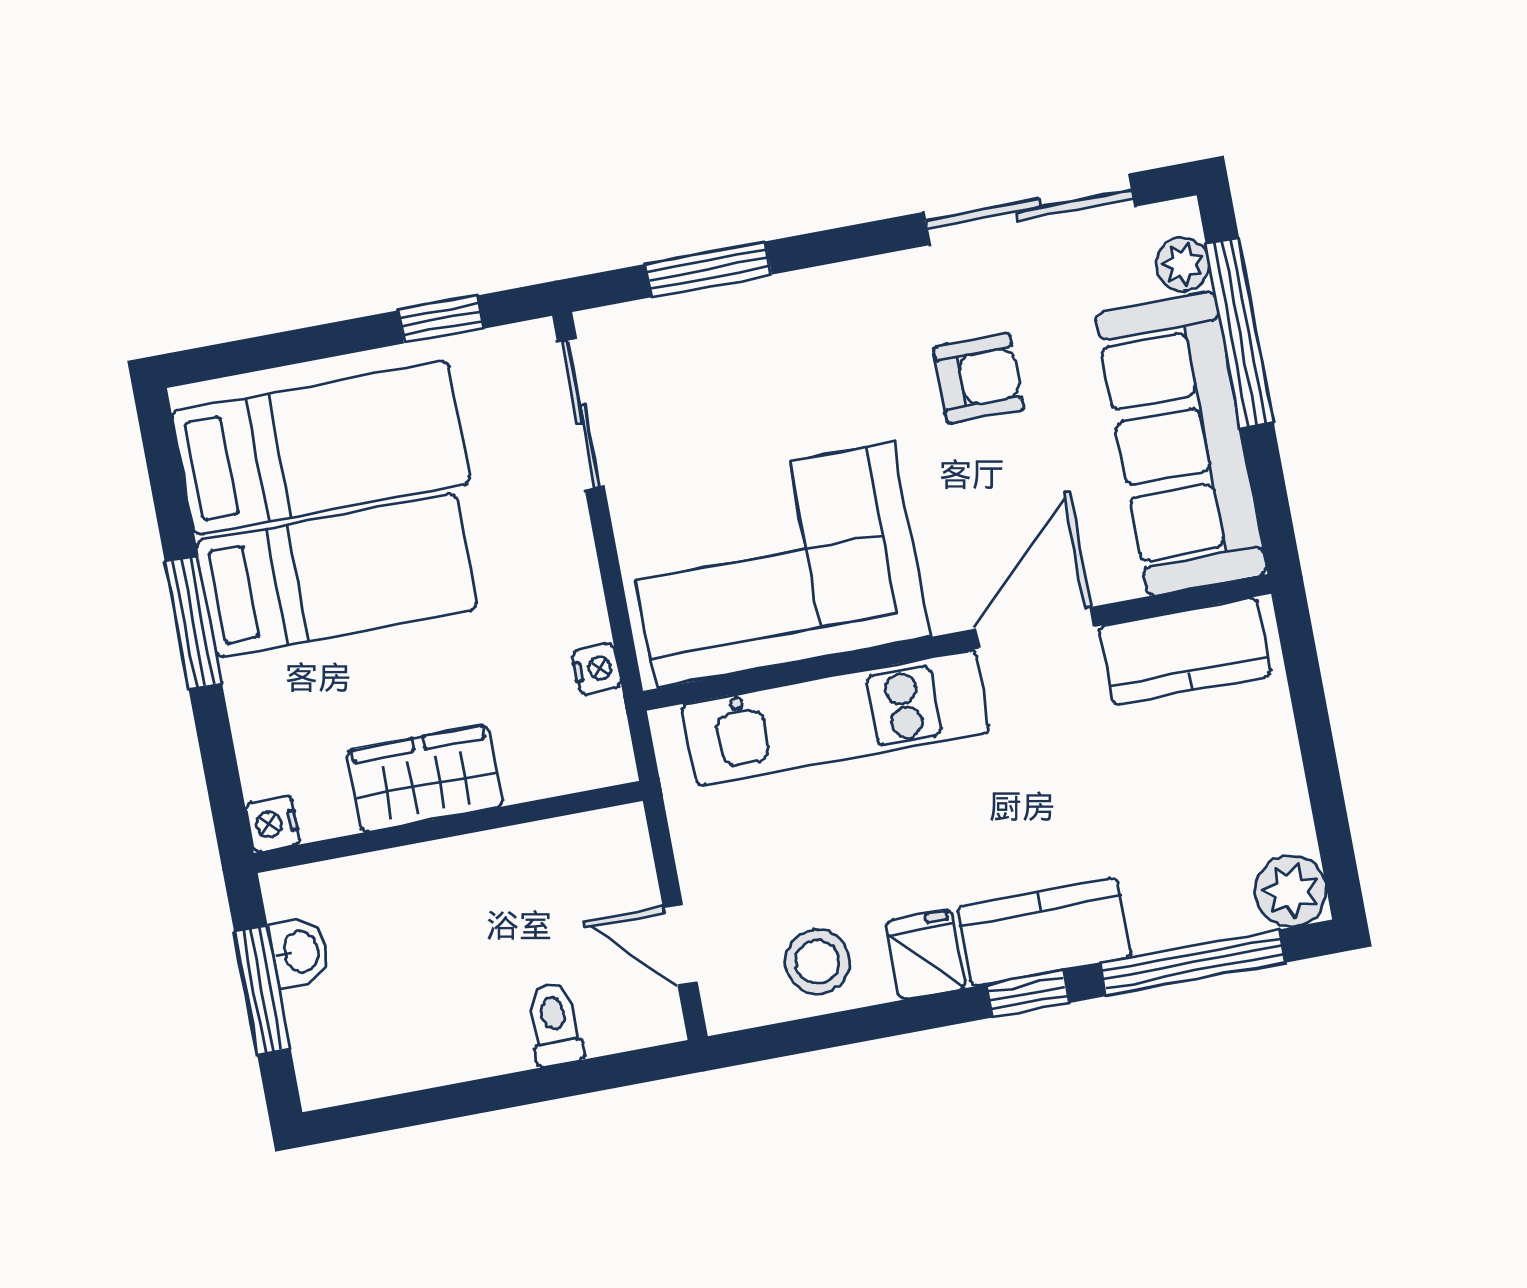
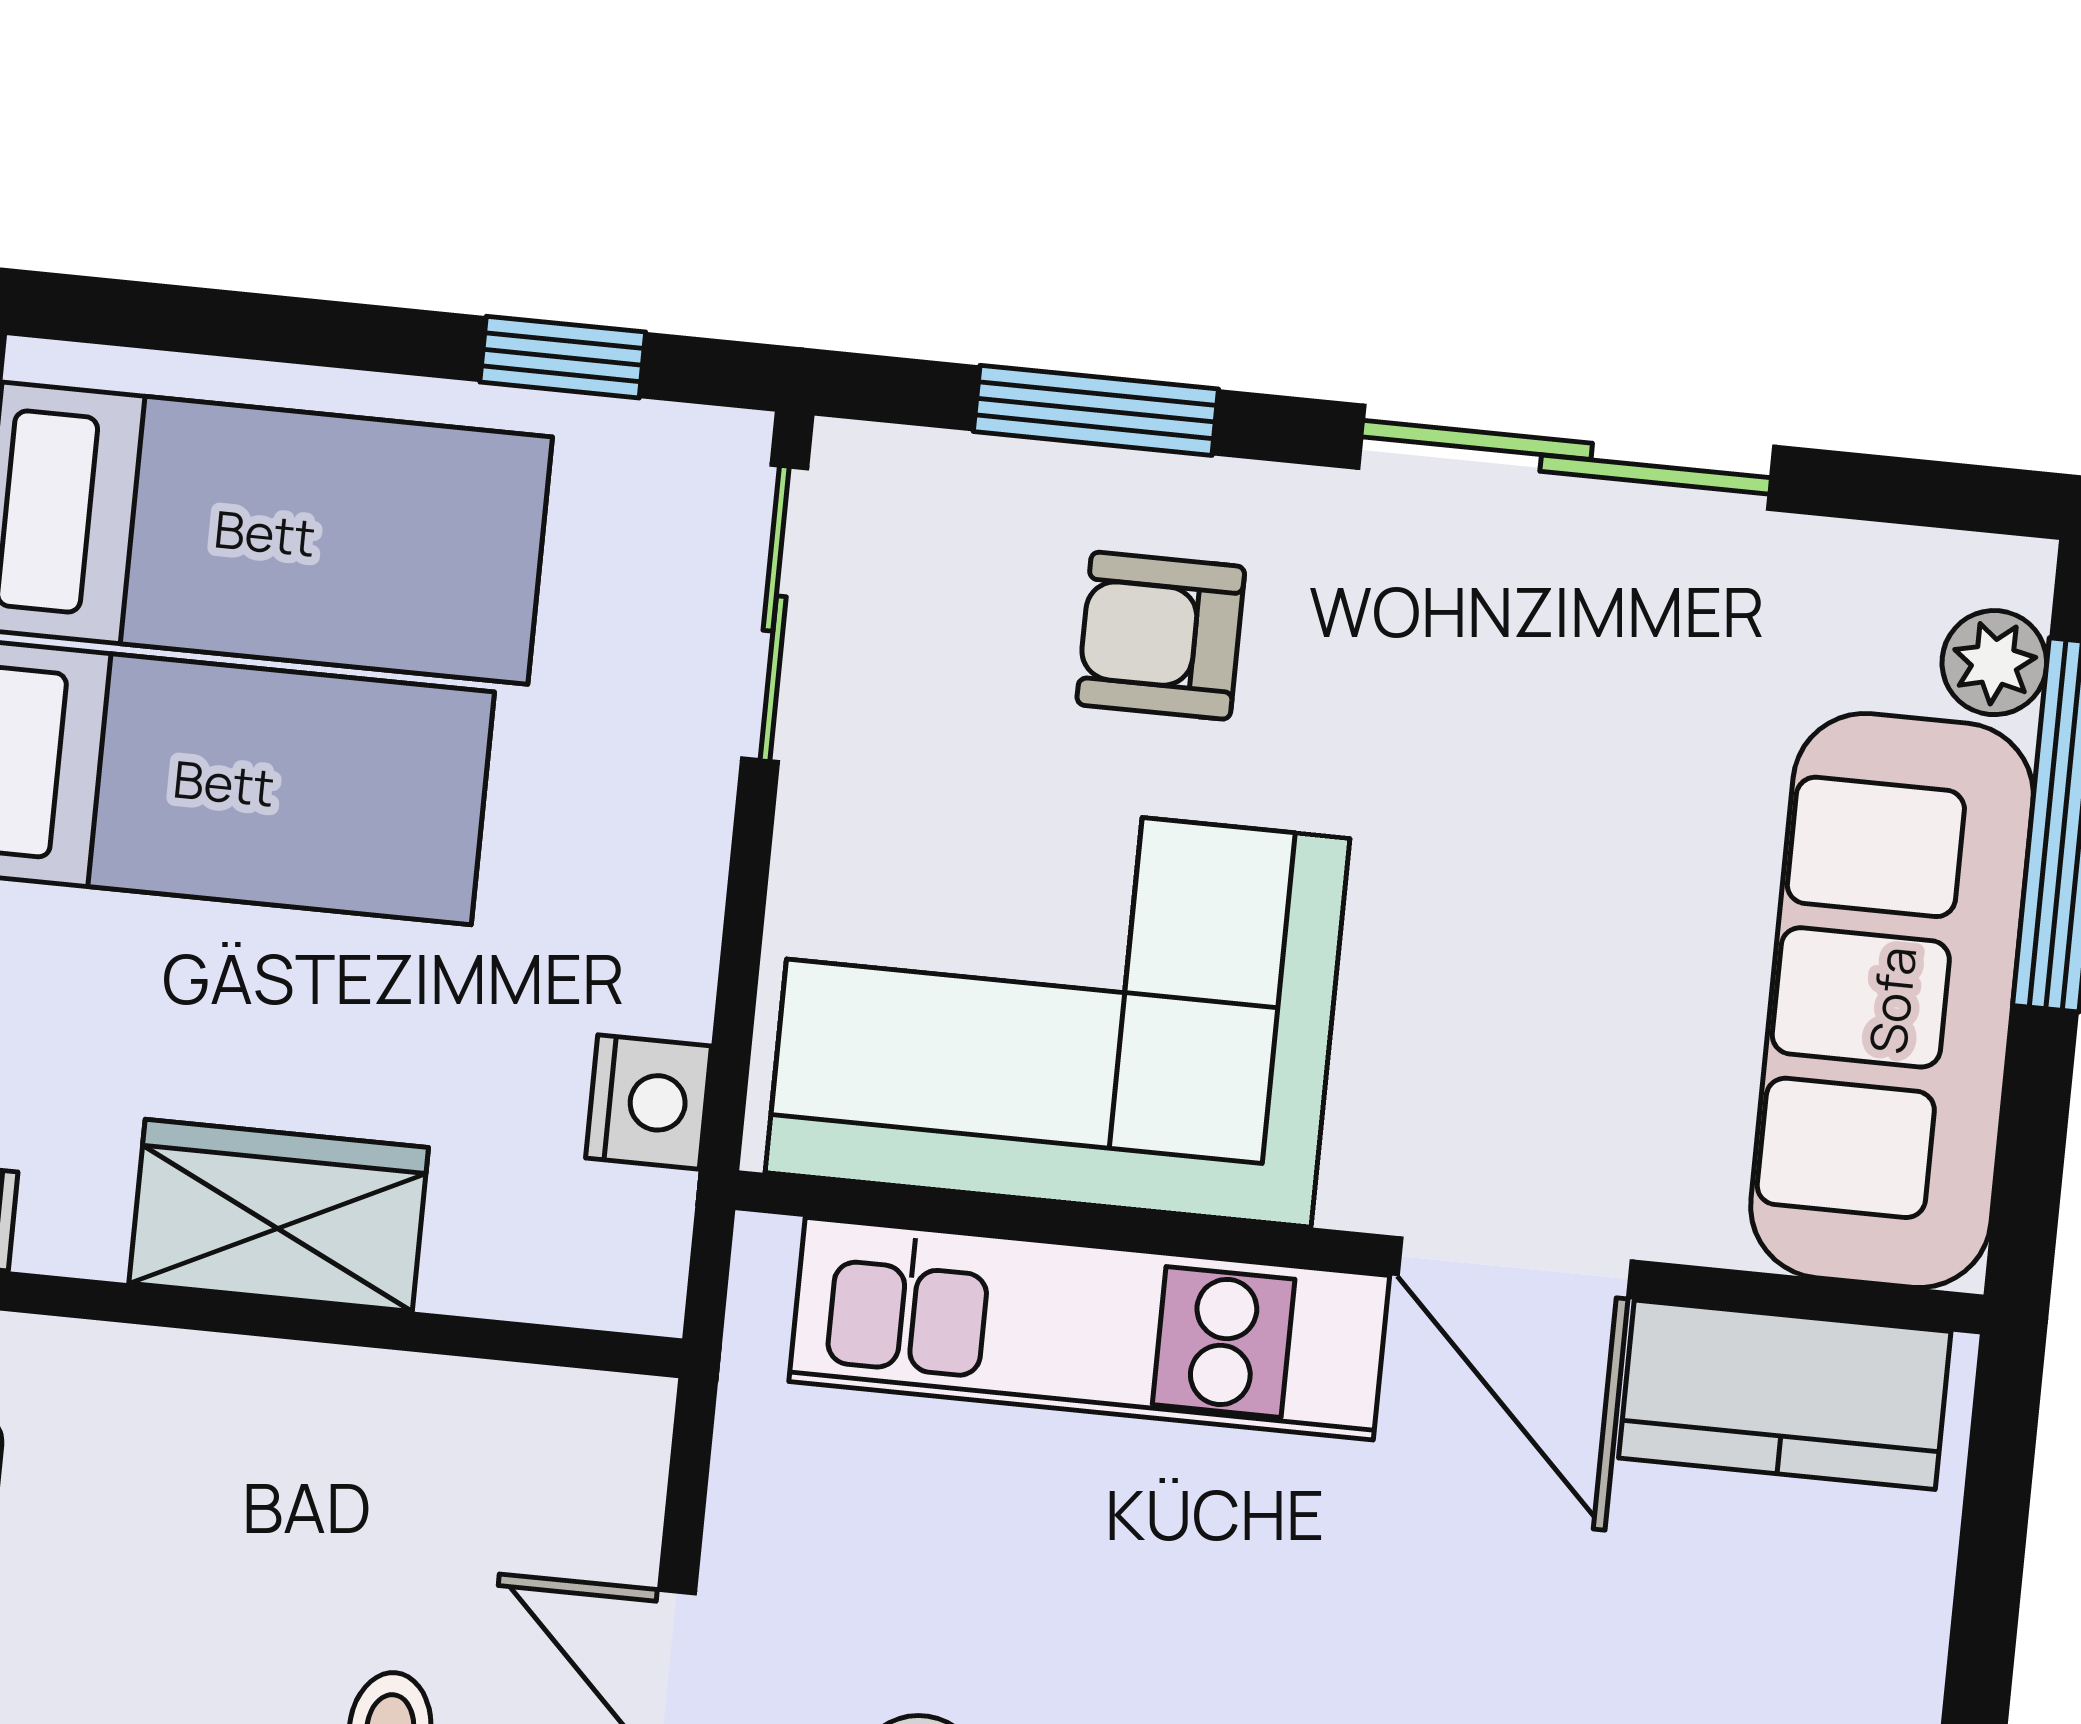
sliding door: (1029, 209) -> (1566, 457), moved
armchair: (978, 379) -> (1161, 636), moved, turned 180
door: (1035, 628) -> (1515, 1268), swing flipped
nightstand: (596, 669) -> (649, 1102), width x1.39, depth x1.35

